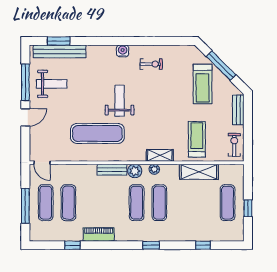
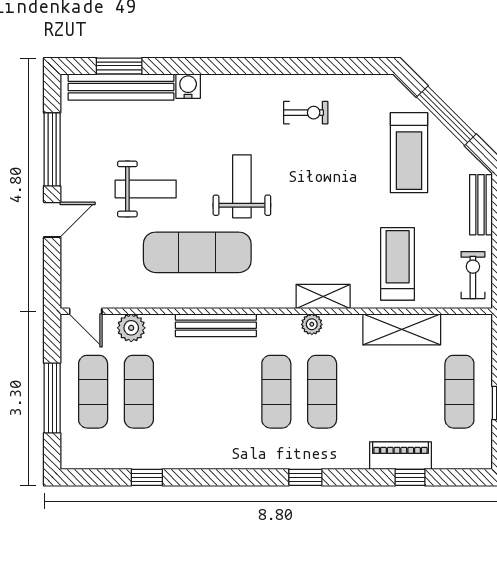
water cooler: (123, 51) -> (188, 86), moved
weight bench: (52, 84) -> (146, 189), moved
bench: (112, 170) -> (216, 325), width x1.36
plant: (135, 171) -> (131, 328), moved
piano: (99, 234) -> (400, 456), moved

